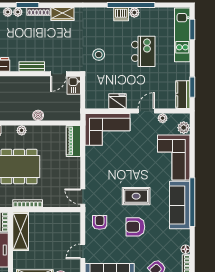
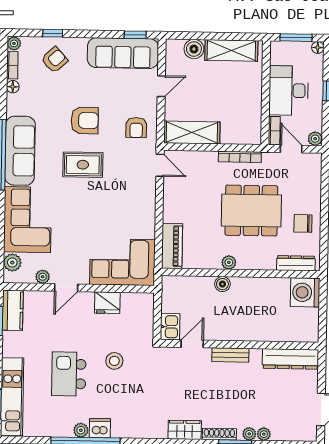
stool: (99, 55) -> (114, 361), moved
plant: (22, 130) -> (229, 262), moved
shelving: (21, 231) -> (192, 132), moved, turned 90

